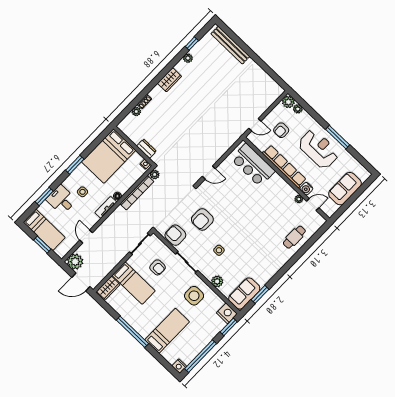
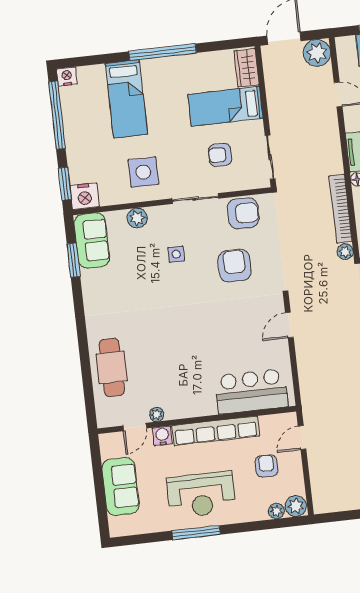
cafe table: (294, 237) -> (112, 367), width x1.37, depth x1.35

